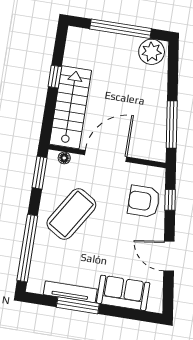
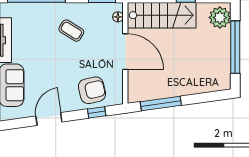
plant: (152, 52) -> (220, 18), moved
armchair: (144, 201) -> (92, 90), turned 77
coffee table: (71, 214) -> (71, 31), width x0.54, depth x0.58

